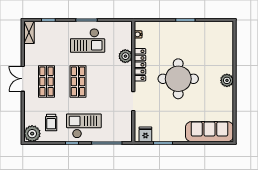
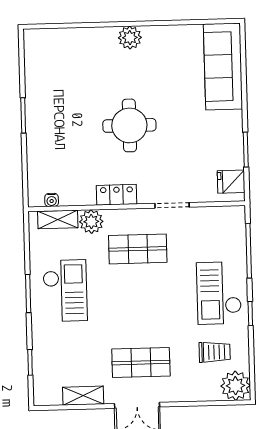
shelving: (29, 32) -> (83, 396), moved
shelving: (127, 38) -> (58, 219), added
locker: (140, 65) -> (117, 195), width x0.66
round table: (178, 79) -> (129, 125), width x0.73, depth x0.73
shop shelf: (78, 81) -> (138, 249), moved

